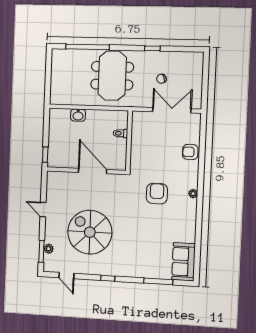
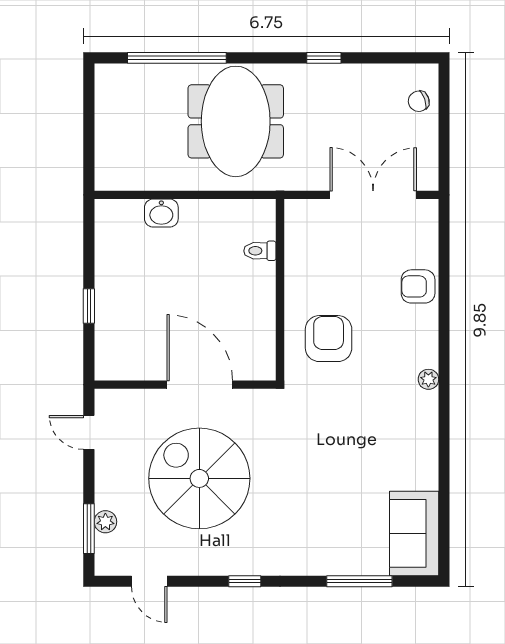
chair: (161, 79) -> (419, 101), moved
wall: (86, 171) -> (185, 385), moved
door: (93, 171) -> (200, 385), moved
armchair: (157, 194) -> (329, 339), moved

